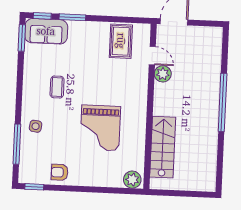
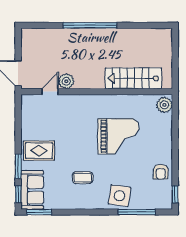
rug: (121, 41) -> (39, 151), moved
side table: (36, 126) -> (119, 196), width x1.87, depth x1.87

